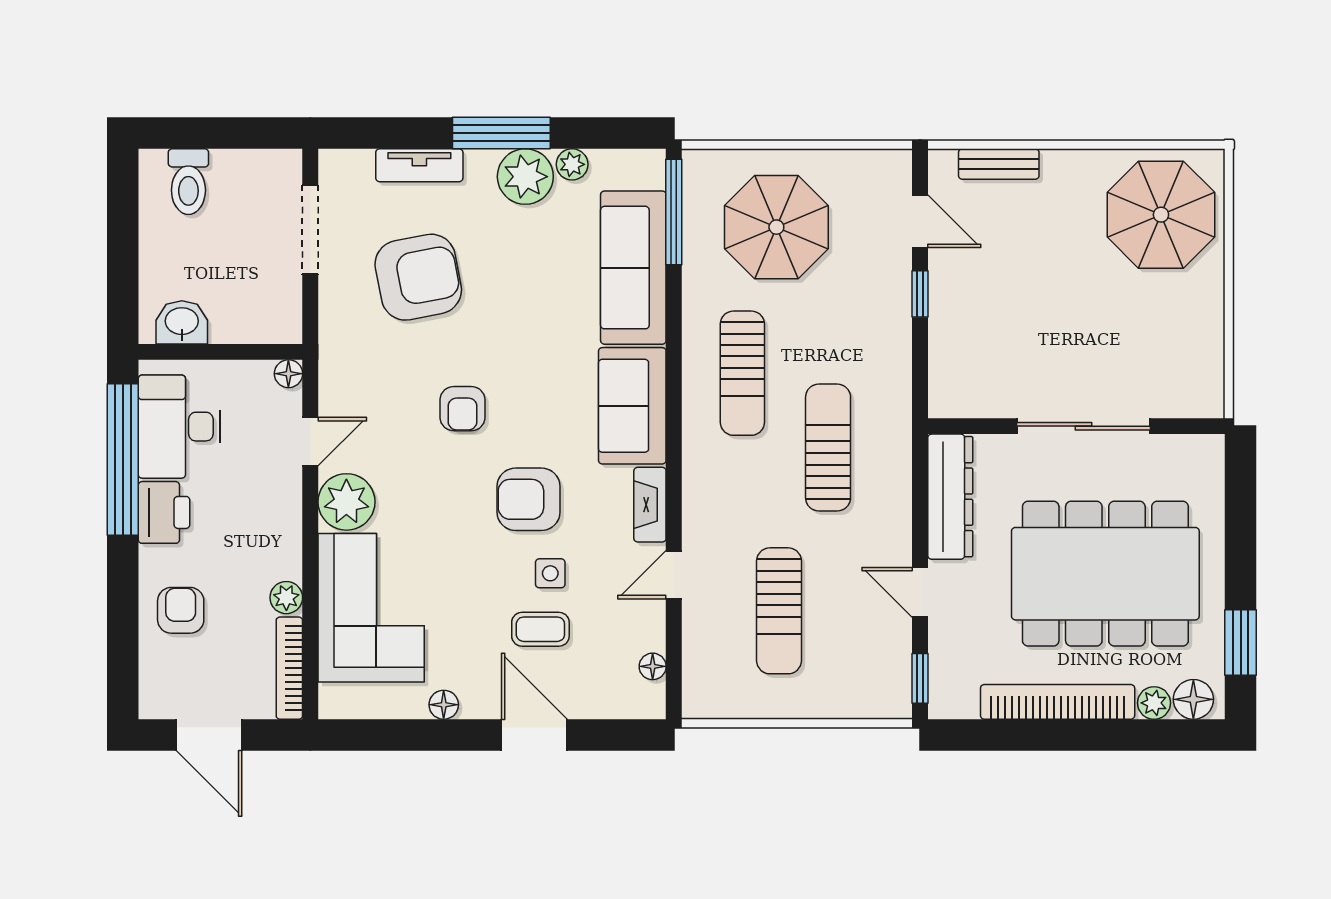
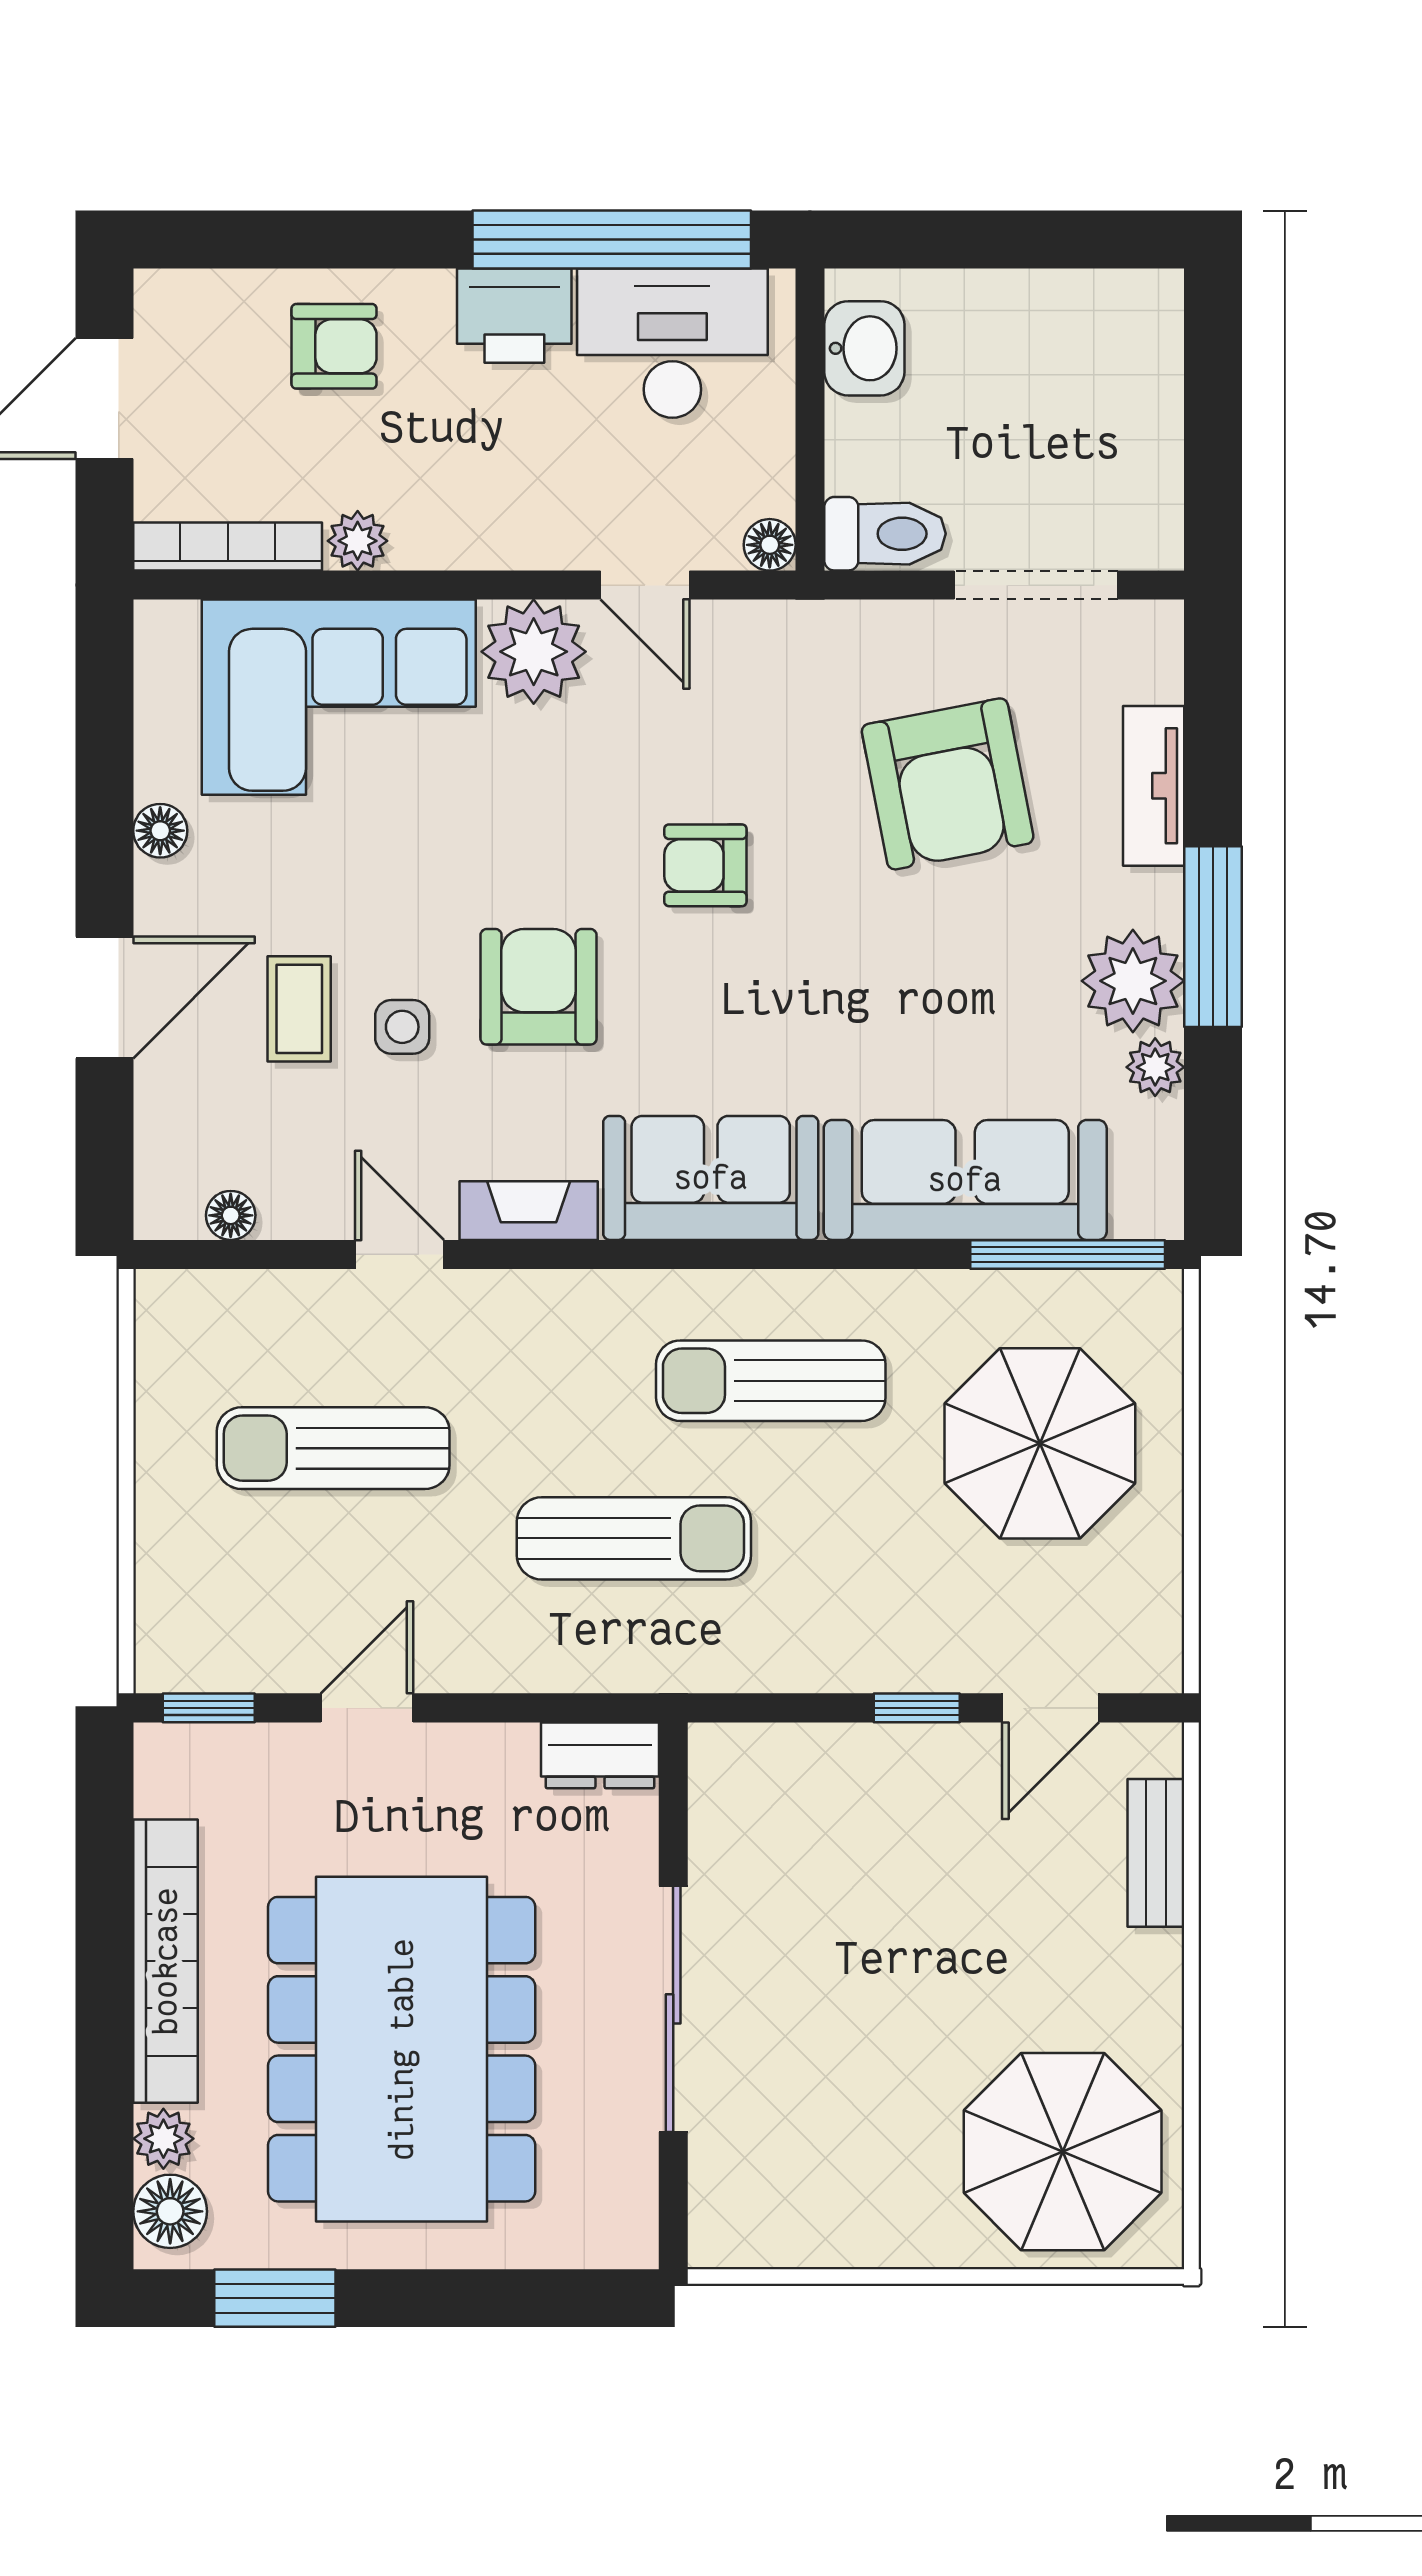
toilet: (188, 182) -> (885, 534), moved, turned 180
dresser: (950, 497) -> (600, 1755), width x0.51, depth x0.80

